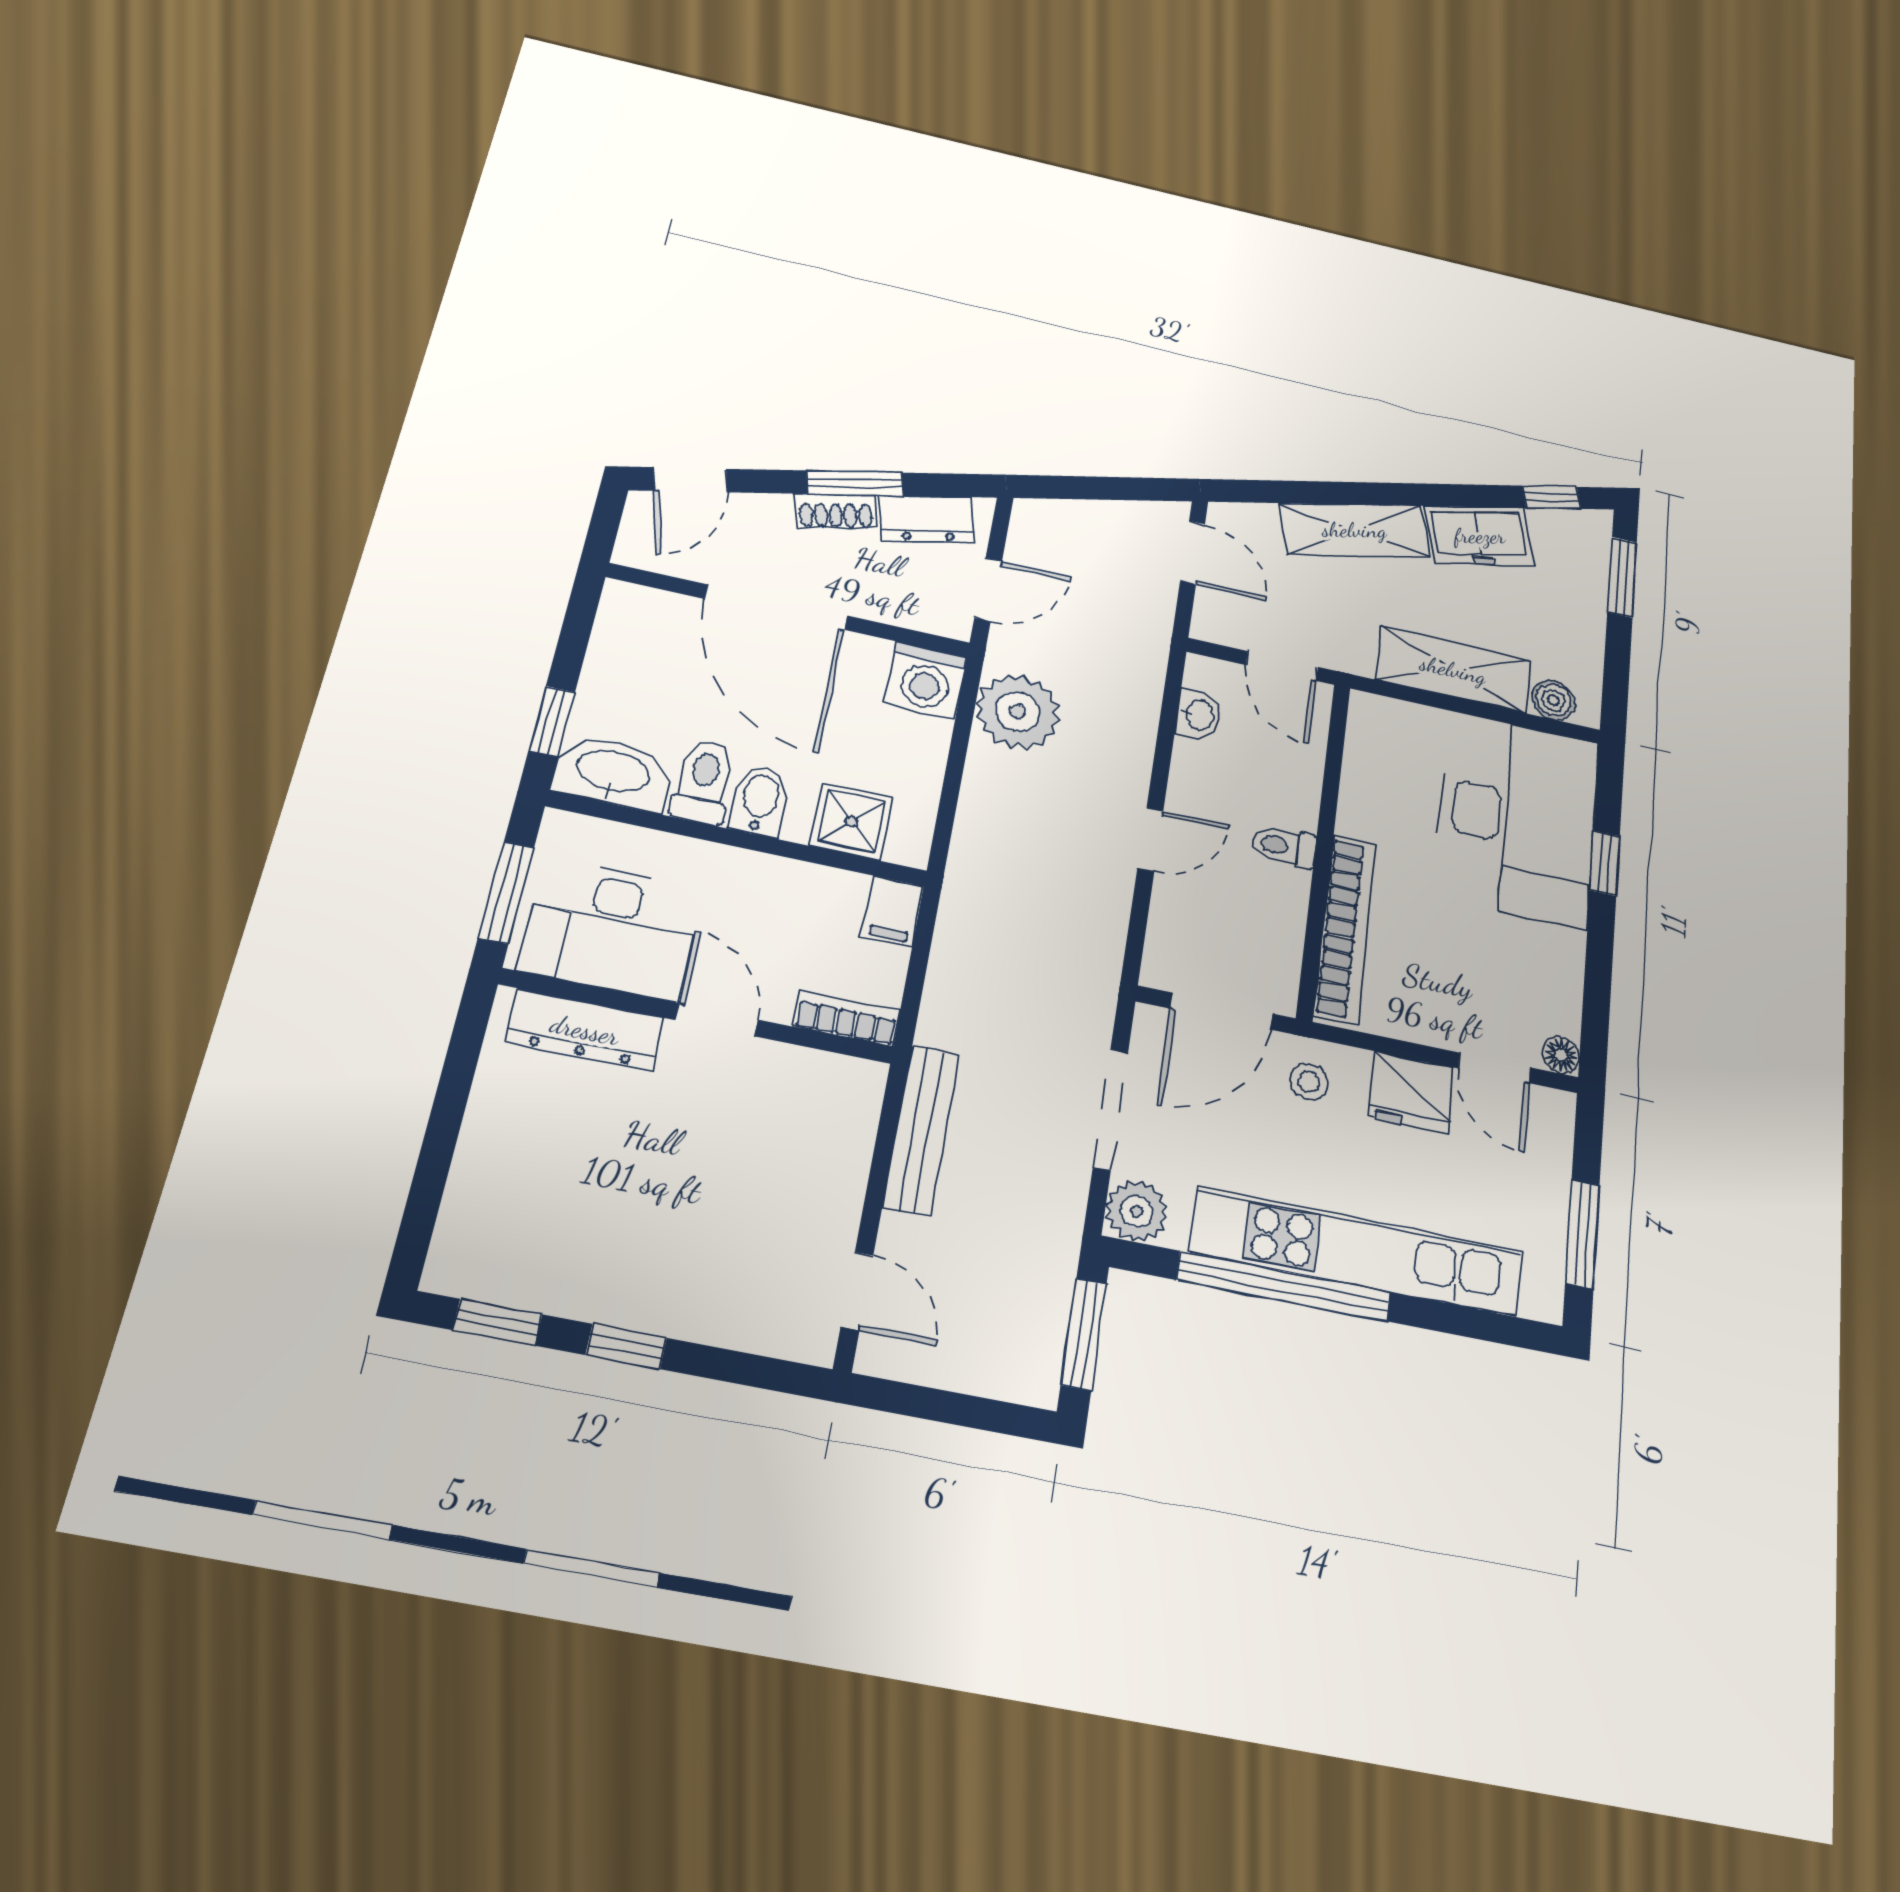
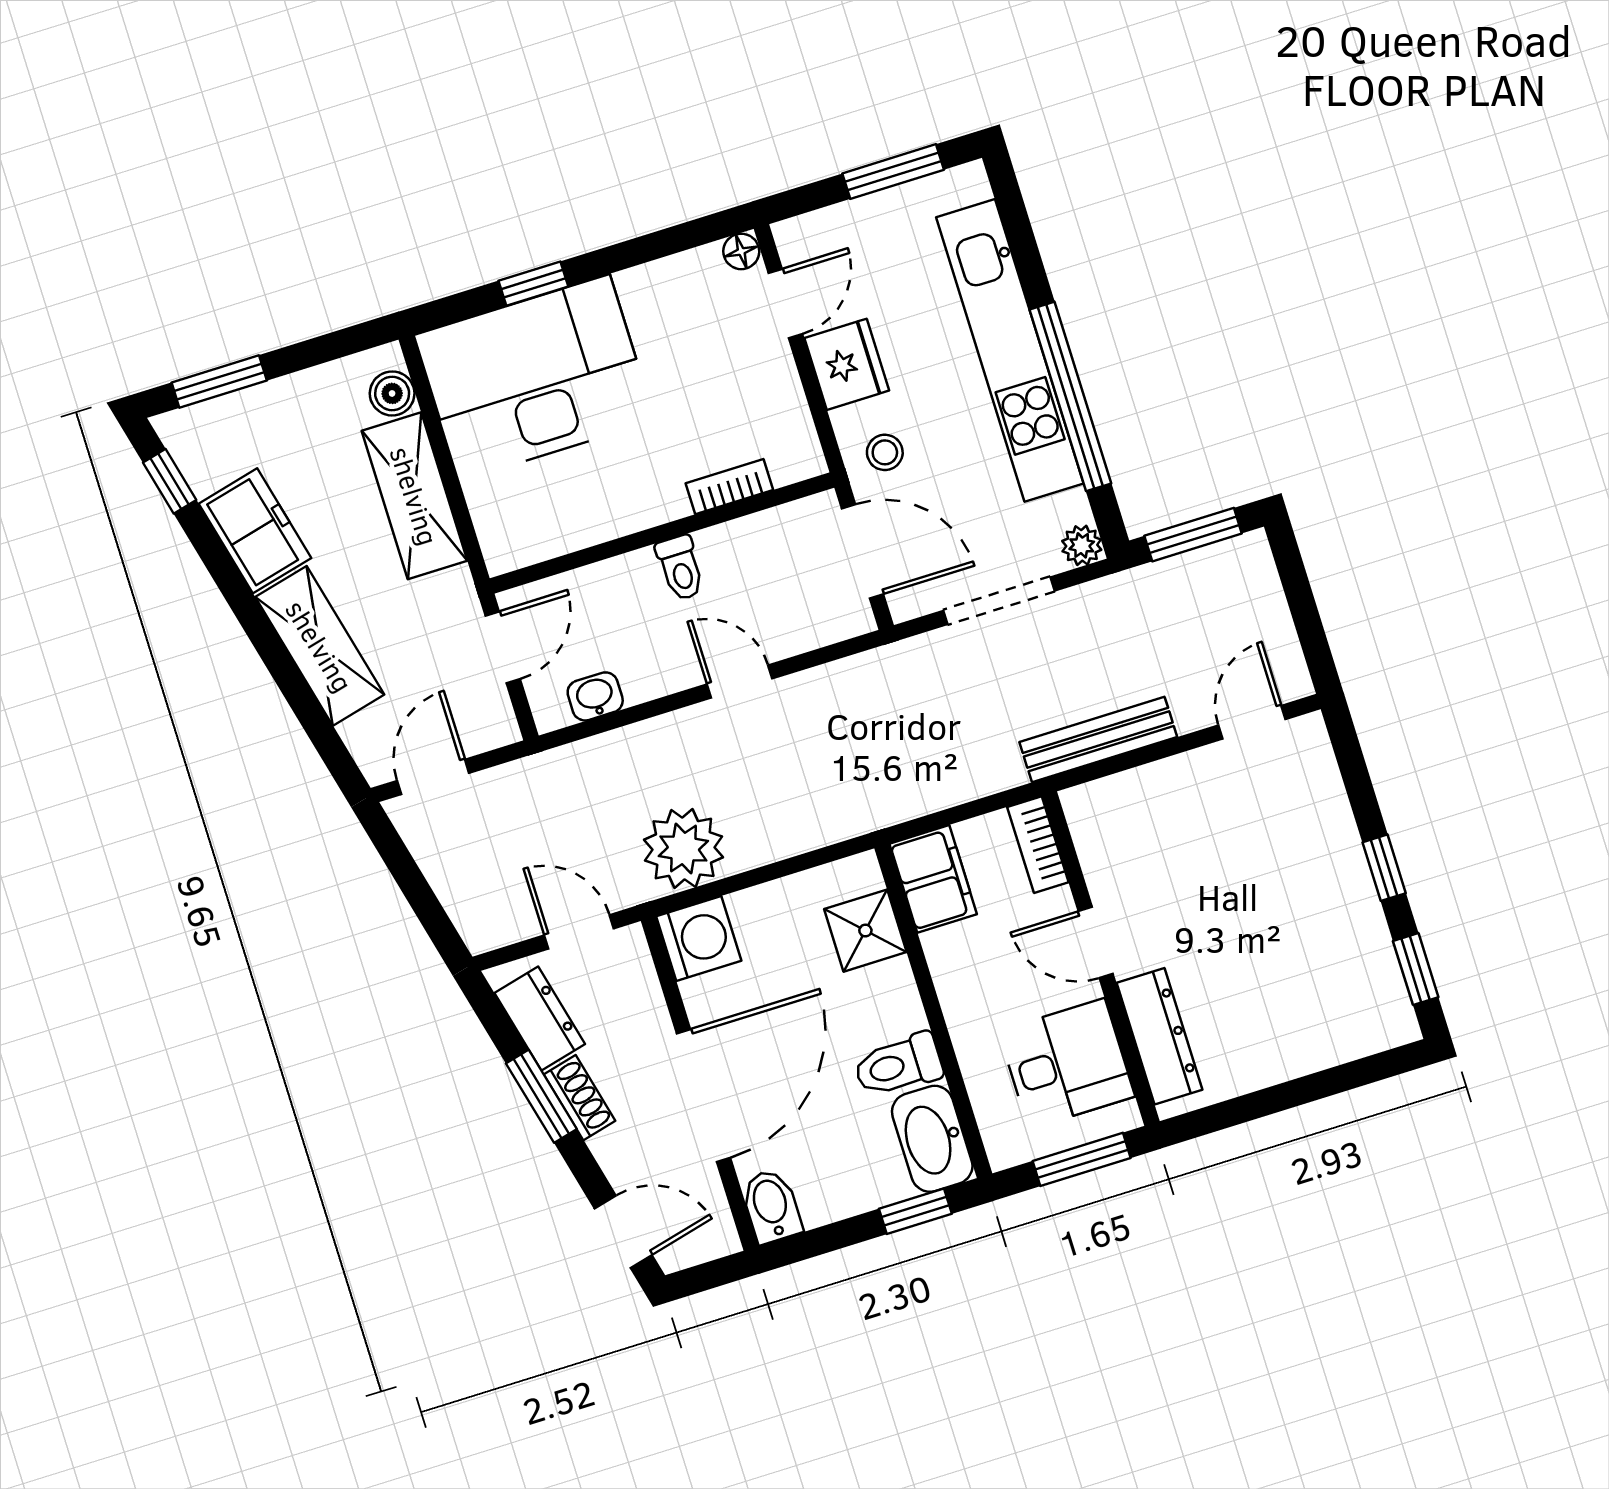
bidet: (760, 800) -> (771, 1206), moved, turned 90
filing cabinet: (892, 912) -> (933, 879), width x2.00
desk: (611, 929) -> (1067, 1064), width x0.73
bookcase: (1346, 929) -> (729, 487), width x0.43, depth x0.76
door: (717, 1020) -> (1096, 943), hinge flipped
plant: (1137, 1211) -> (1082, 545), width x0.73, depth x0.73

